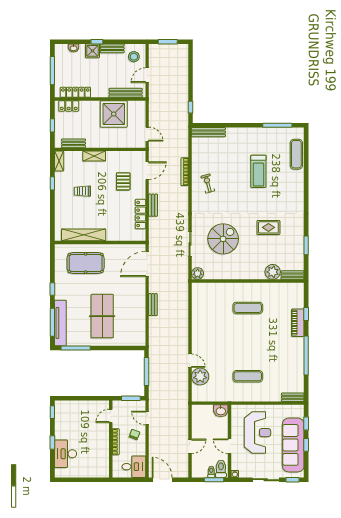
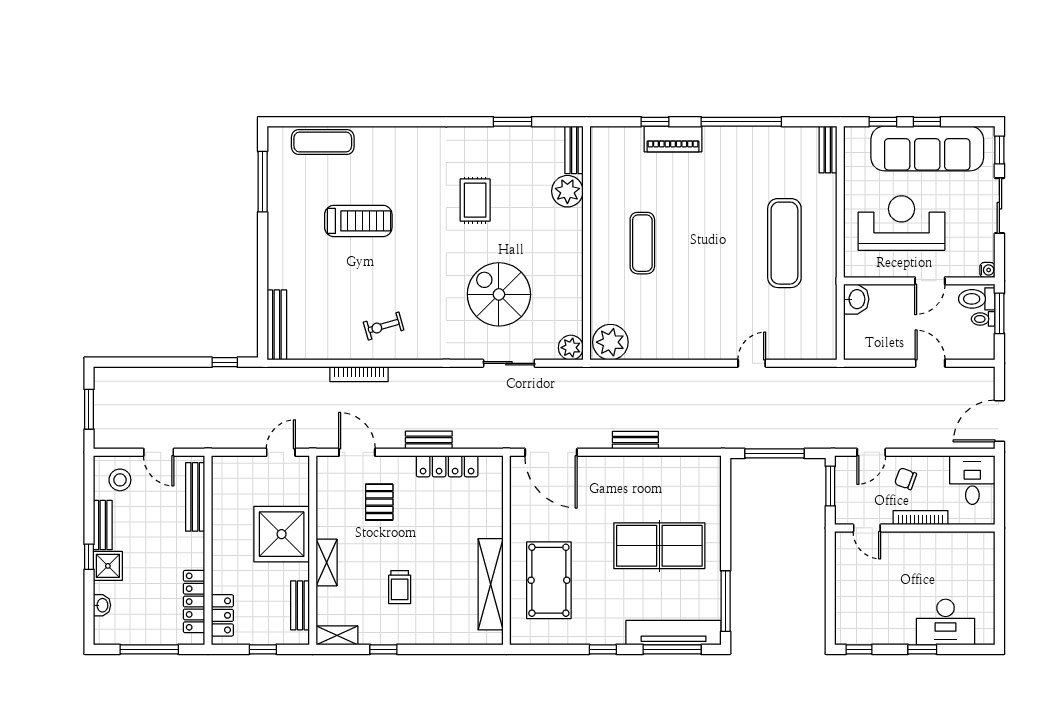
shower: (114, 114) -> (282, 534), moved
pallet: (123, 181) -> (379, 502), turned 90
plant: (200, 376) -> (610, 342), moved
exercise mat: (248, 376) -> (784, 243), width x1.36, depth x1.45

